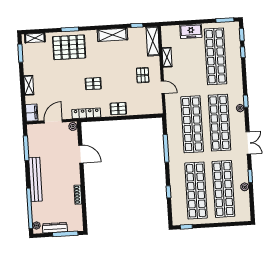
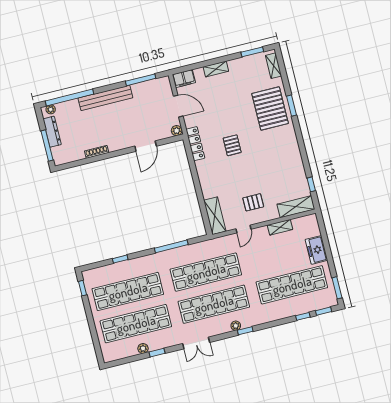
shelving: (112, 35) -> (215, 216), moved
pallet: (118, 109) -> (208, 181), removed

